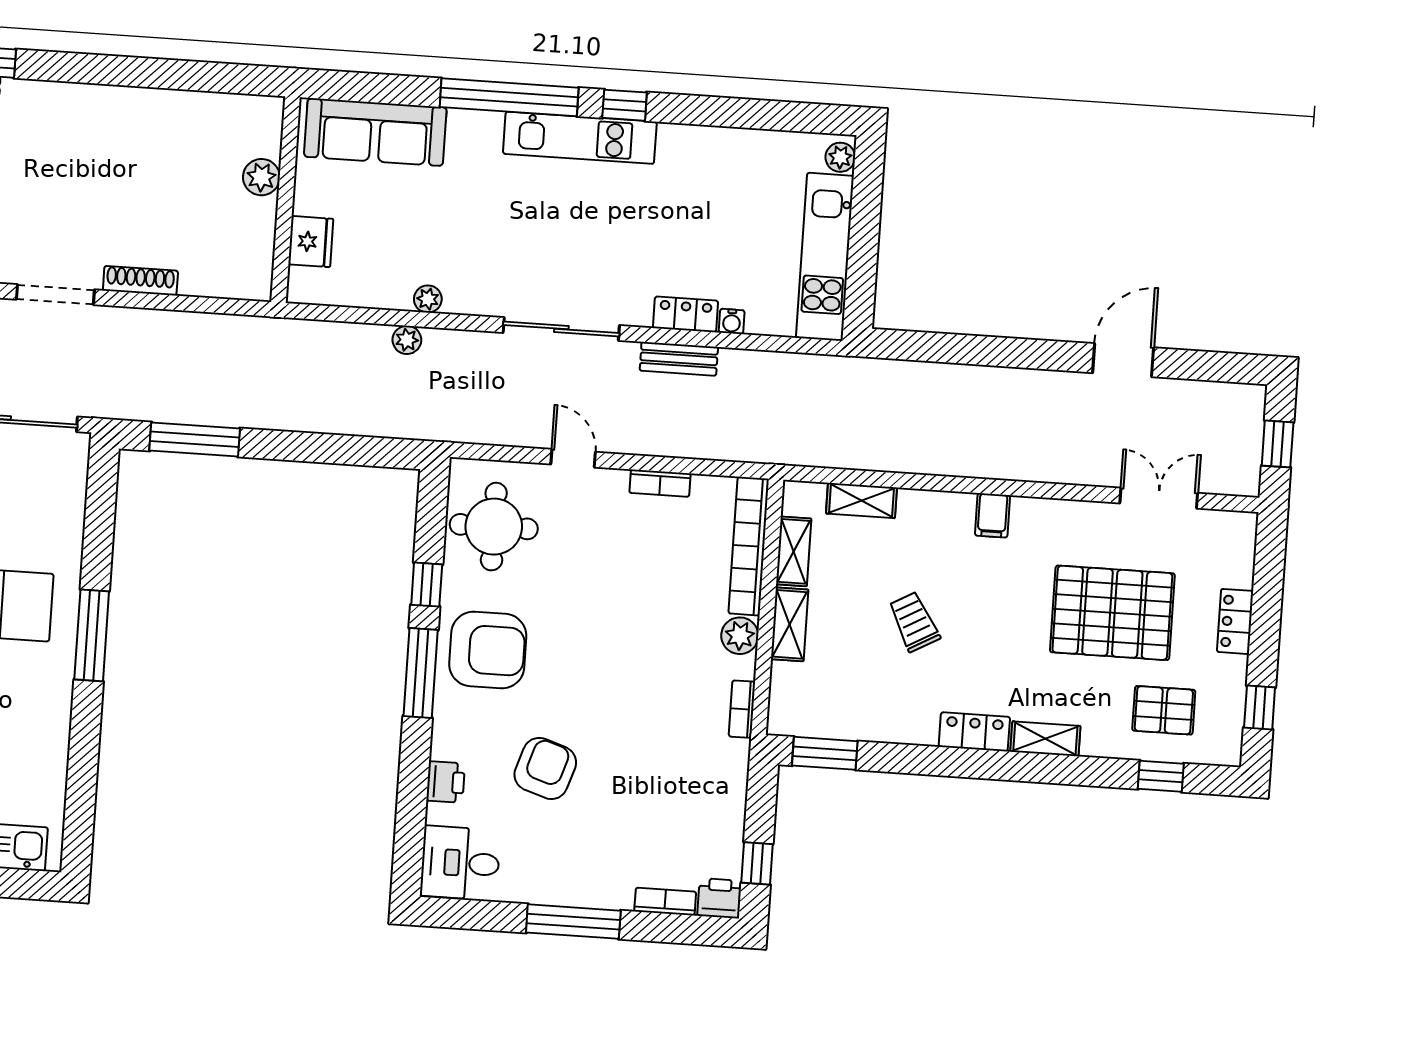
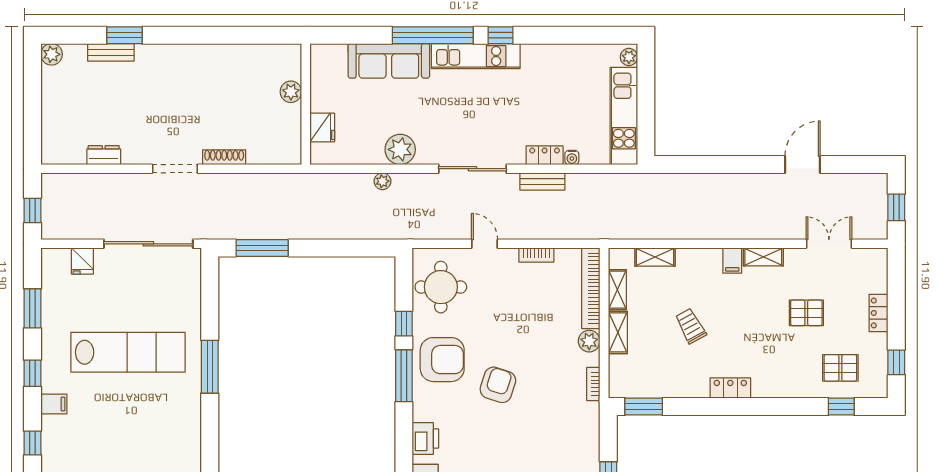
sofa: (375, 132) -> (389, 61), moved
plant: (428, 299) -> (400, 149), width x1.88, depth x1.88
pallet: (1112, 613) -> (806, 313), width x0.49, depth x0.50
shelving: (1045, 739) -> (763, 257), moved
armchair: (545, 768) -> (498, 385), moved
printer: (446, 782) -> (425, 438), width x1.36, depth x1.24

